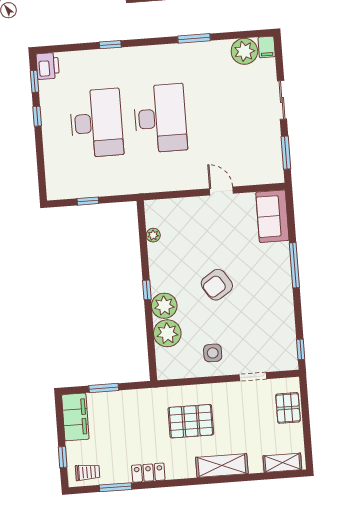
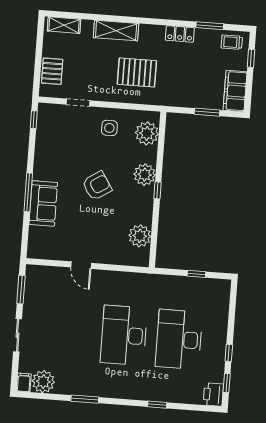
sofa: (272, 216) -> (43, 203), moved
plant: (153, 235) -> (140, 236), width x1.88, depth x1.88
plant: (167, 333) -> (147, 133), moved

